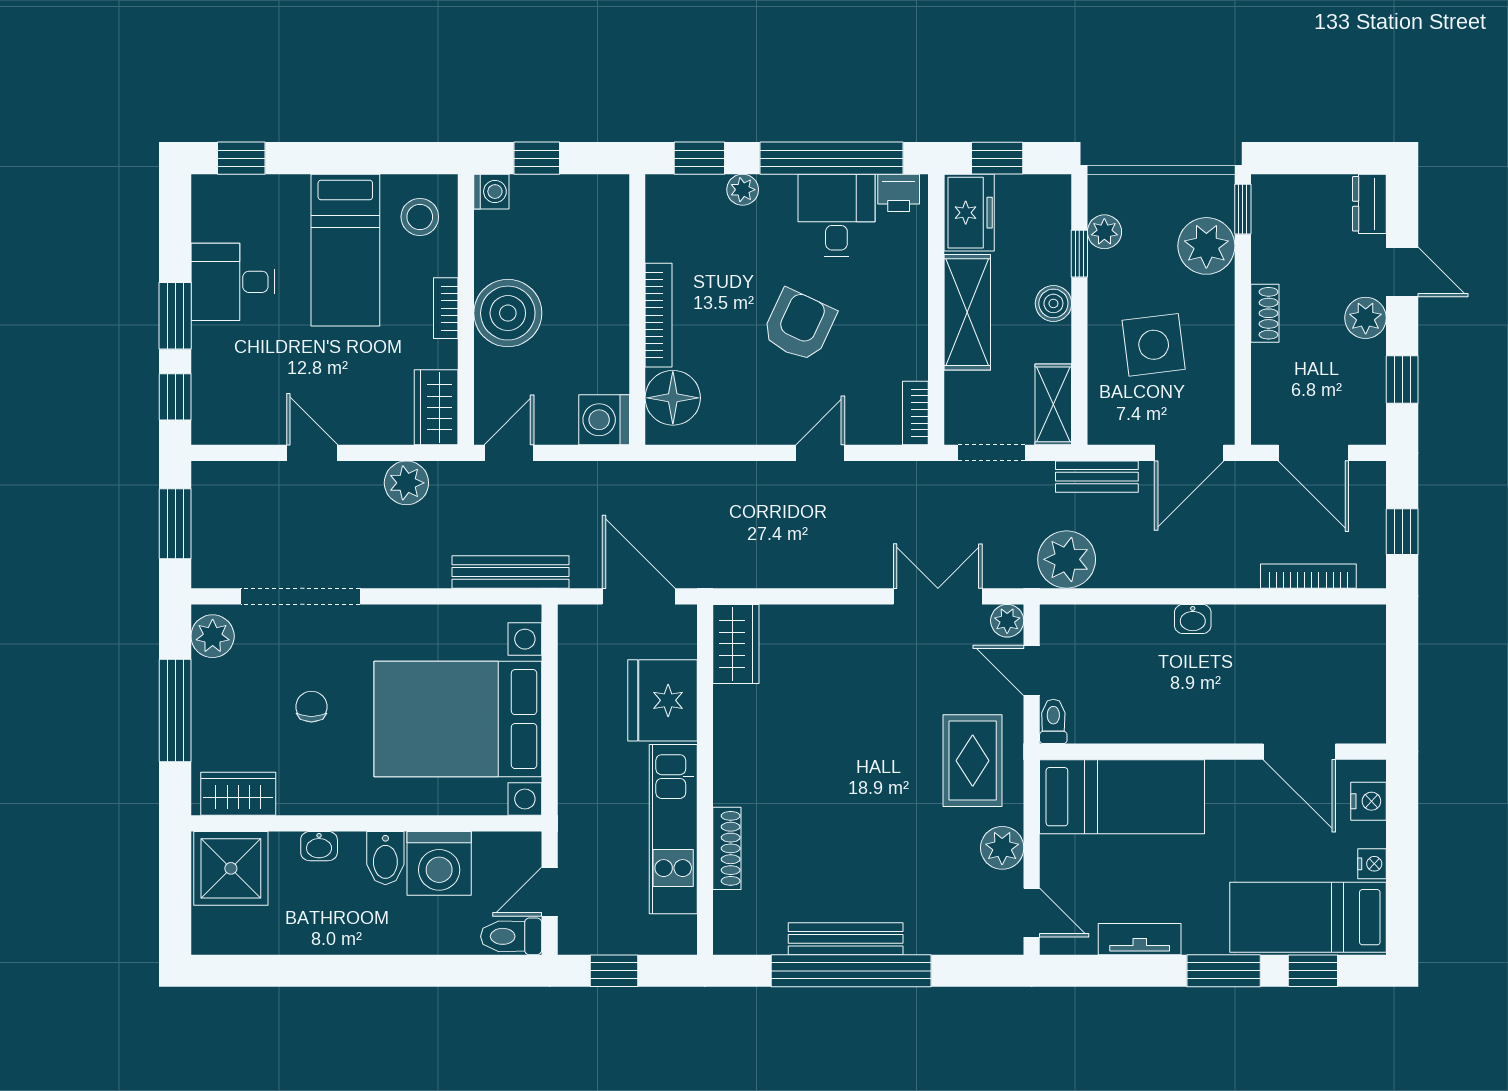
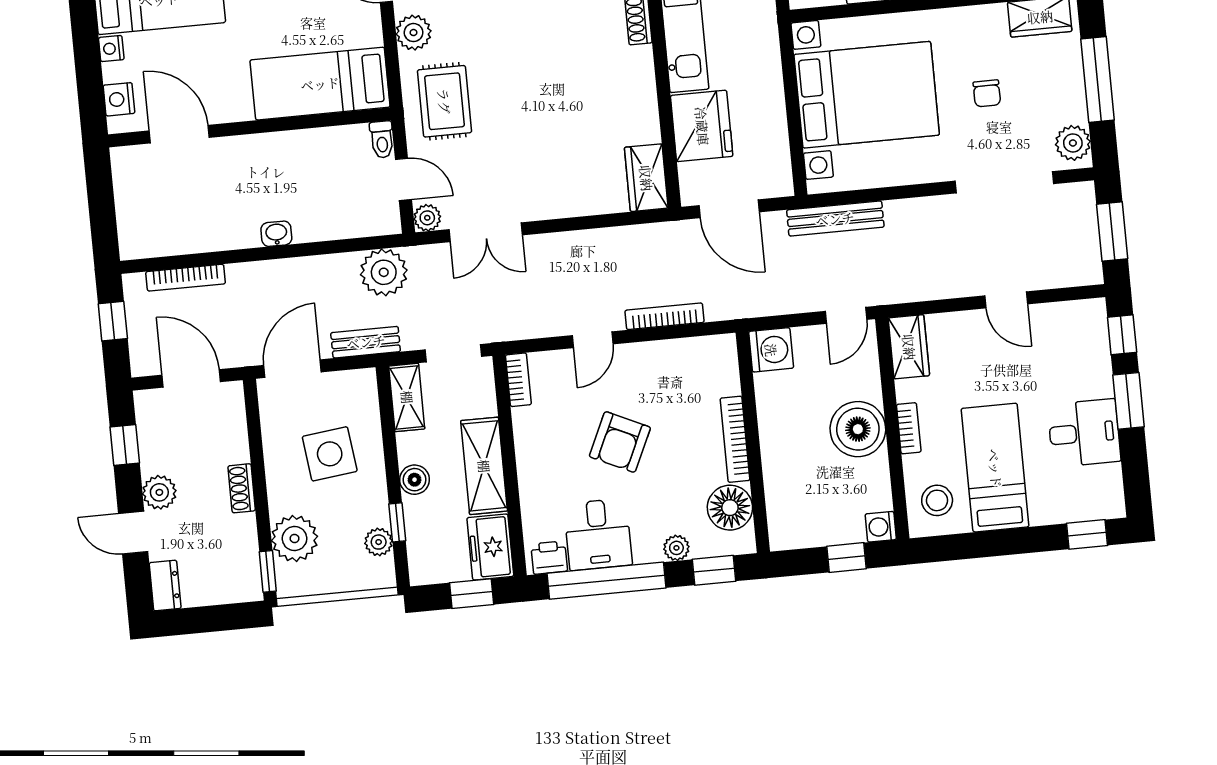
floor lamp: (673, 398) -> (730, 508), moved
bookcase: (730, 473) -> (665, 316), added
plant: (406, 483) -> (927, 283), removed

